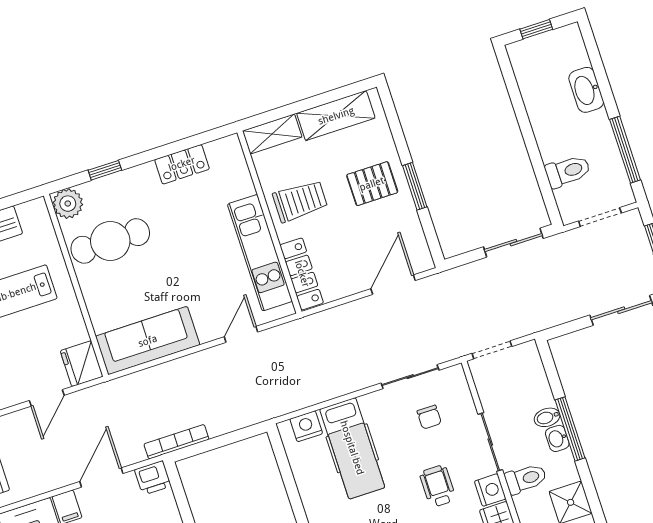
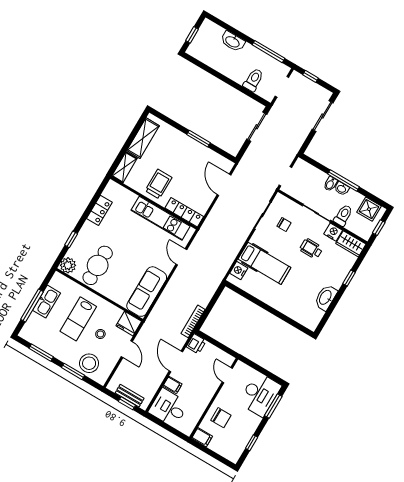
pallet: (372, 184) -> (181, 152), removed
stool: (28, 343) -> (100, 334), added

